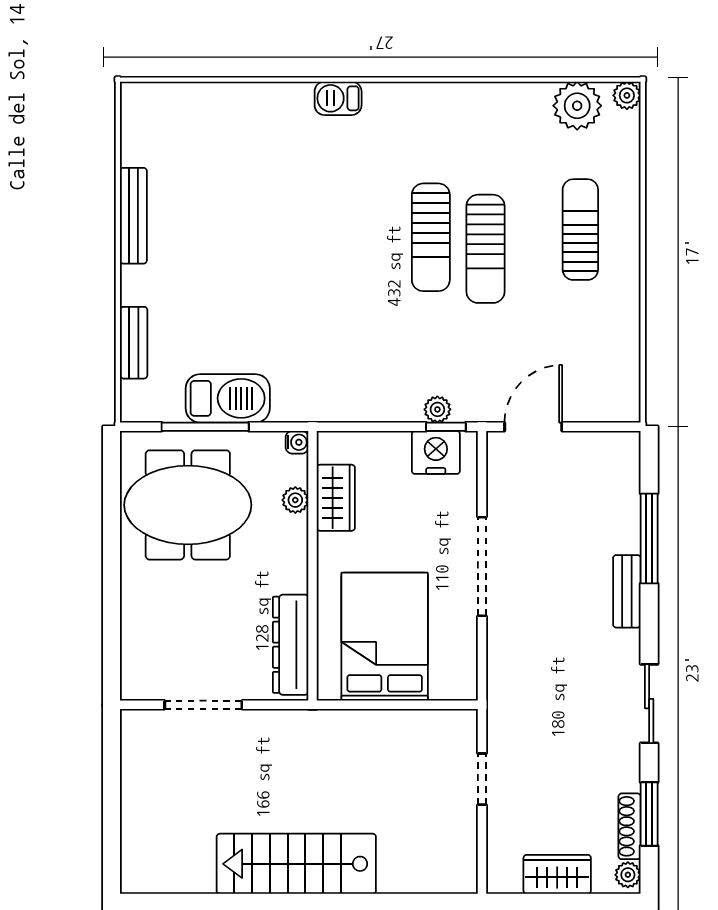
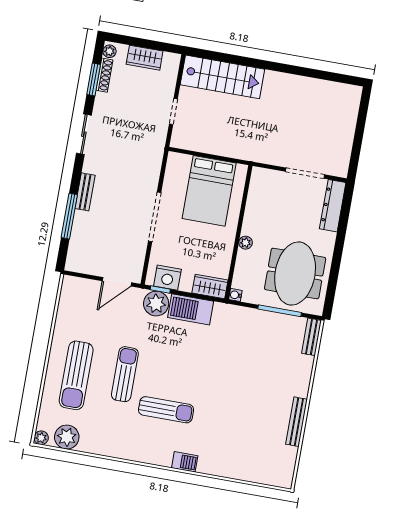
sun lounger: (580, 230) -> (76, 375), width x1.36, depth x1.34
sun lounger: (431, 237) -> (166, 410), moved, turned 90
bench: (134, 343) -> (311, 337), moved
barbecue: (228, 398) -> (191, 309), moved
plant: (437, 409) -> (156, 304), width x1.88, depth x1.88
wardrobe: (336, 498) -> (210, 286), moved, turned 90
plant: (295, 500) -> (246, 243), moved
meeting table: (188, 505) -> (295, 274), turned 90
dresser: (291, 645) -> (333, 206), moved, turned 180
stairs: (296, 864) -> (222, 77), moved

